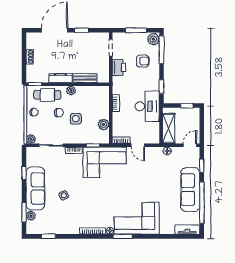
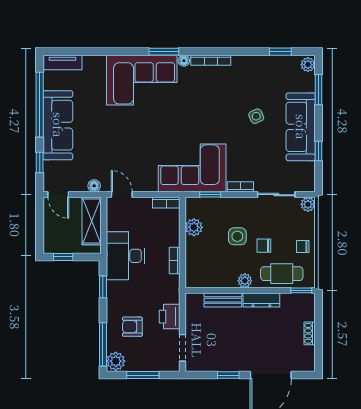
door: (138, 145) -> (122, 195), moved
door: (190, 145) -> (58, 195), hinge flipped
plant: (31, 216) -> (308, 65), moved

